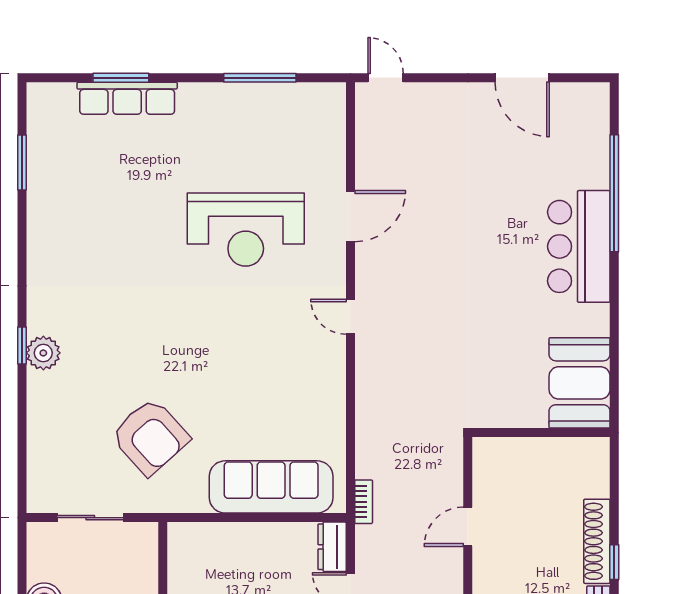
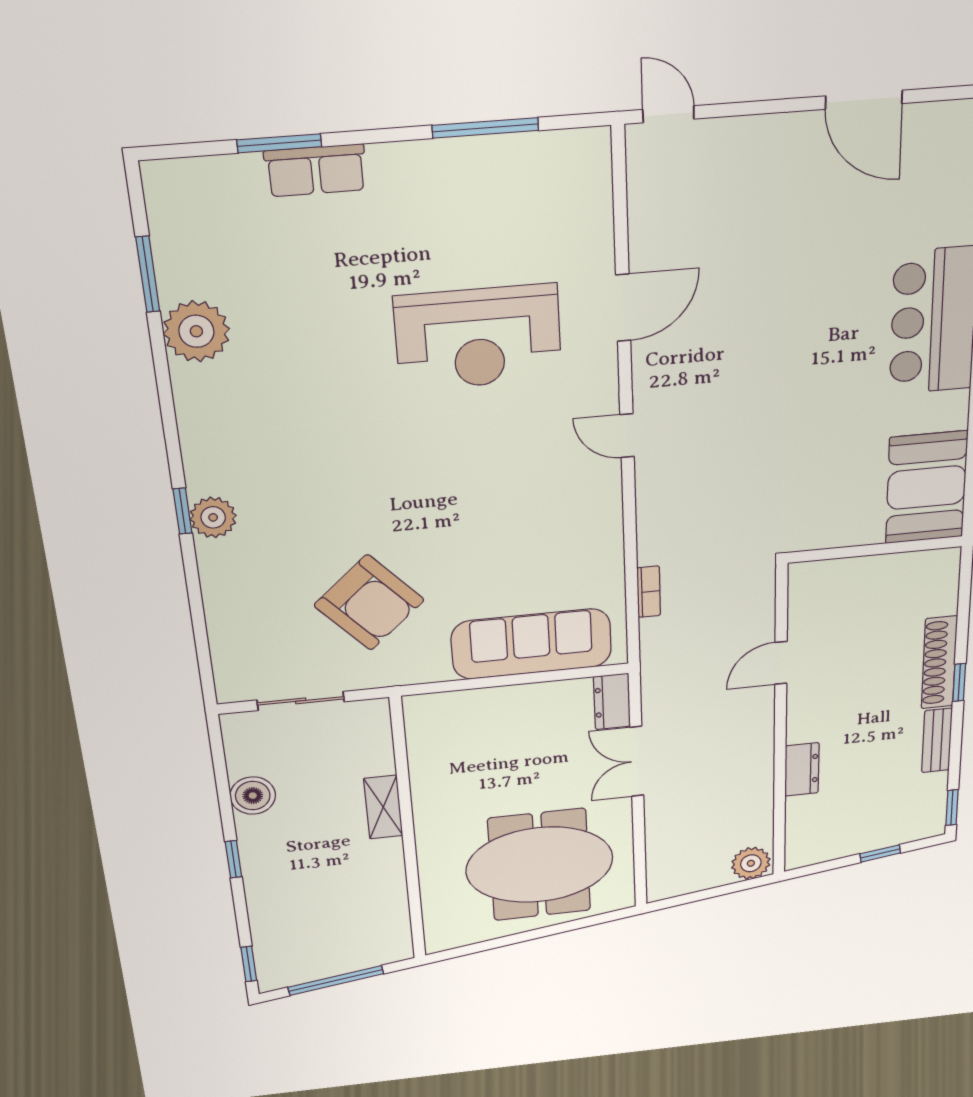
row of seats: (127, 98) -> (316, 170), width x0.68
plant: (49, 207) -> (196, 331), added
bookcase: (364, 502) -> (649, 592), moved

